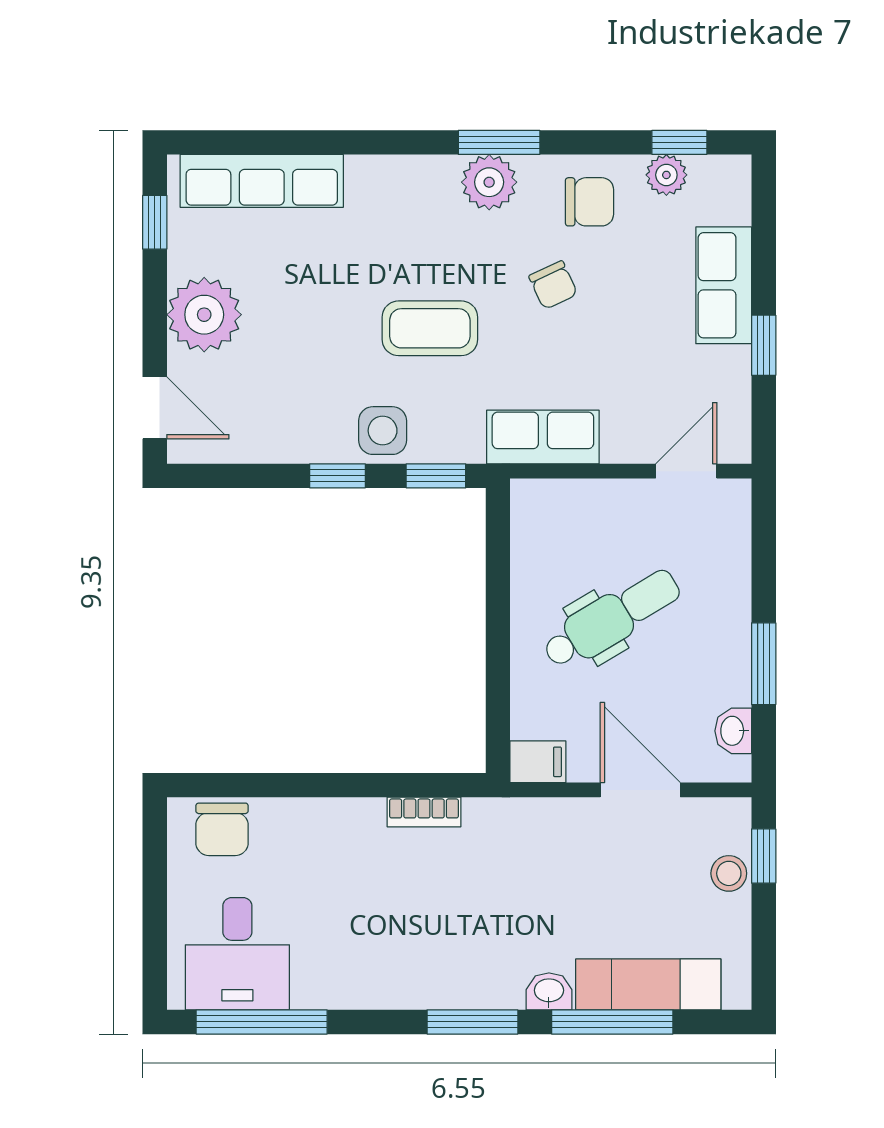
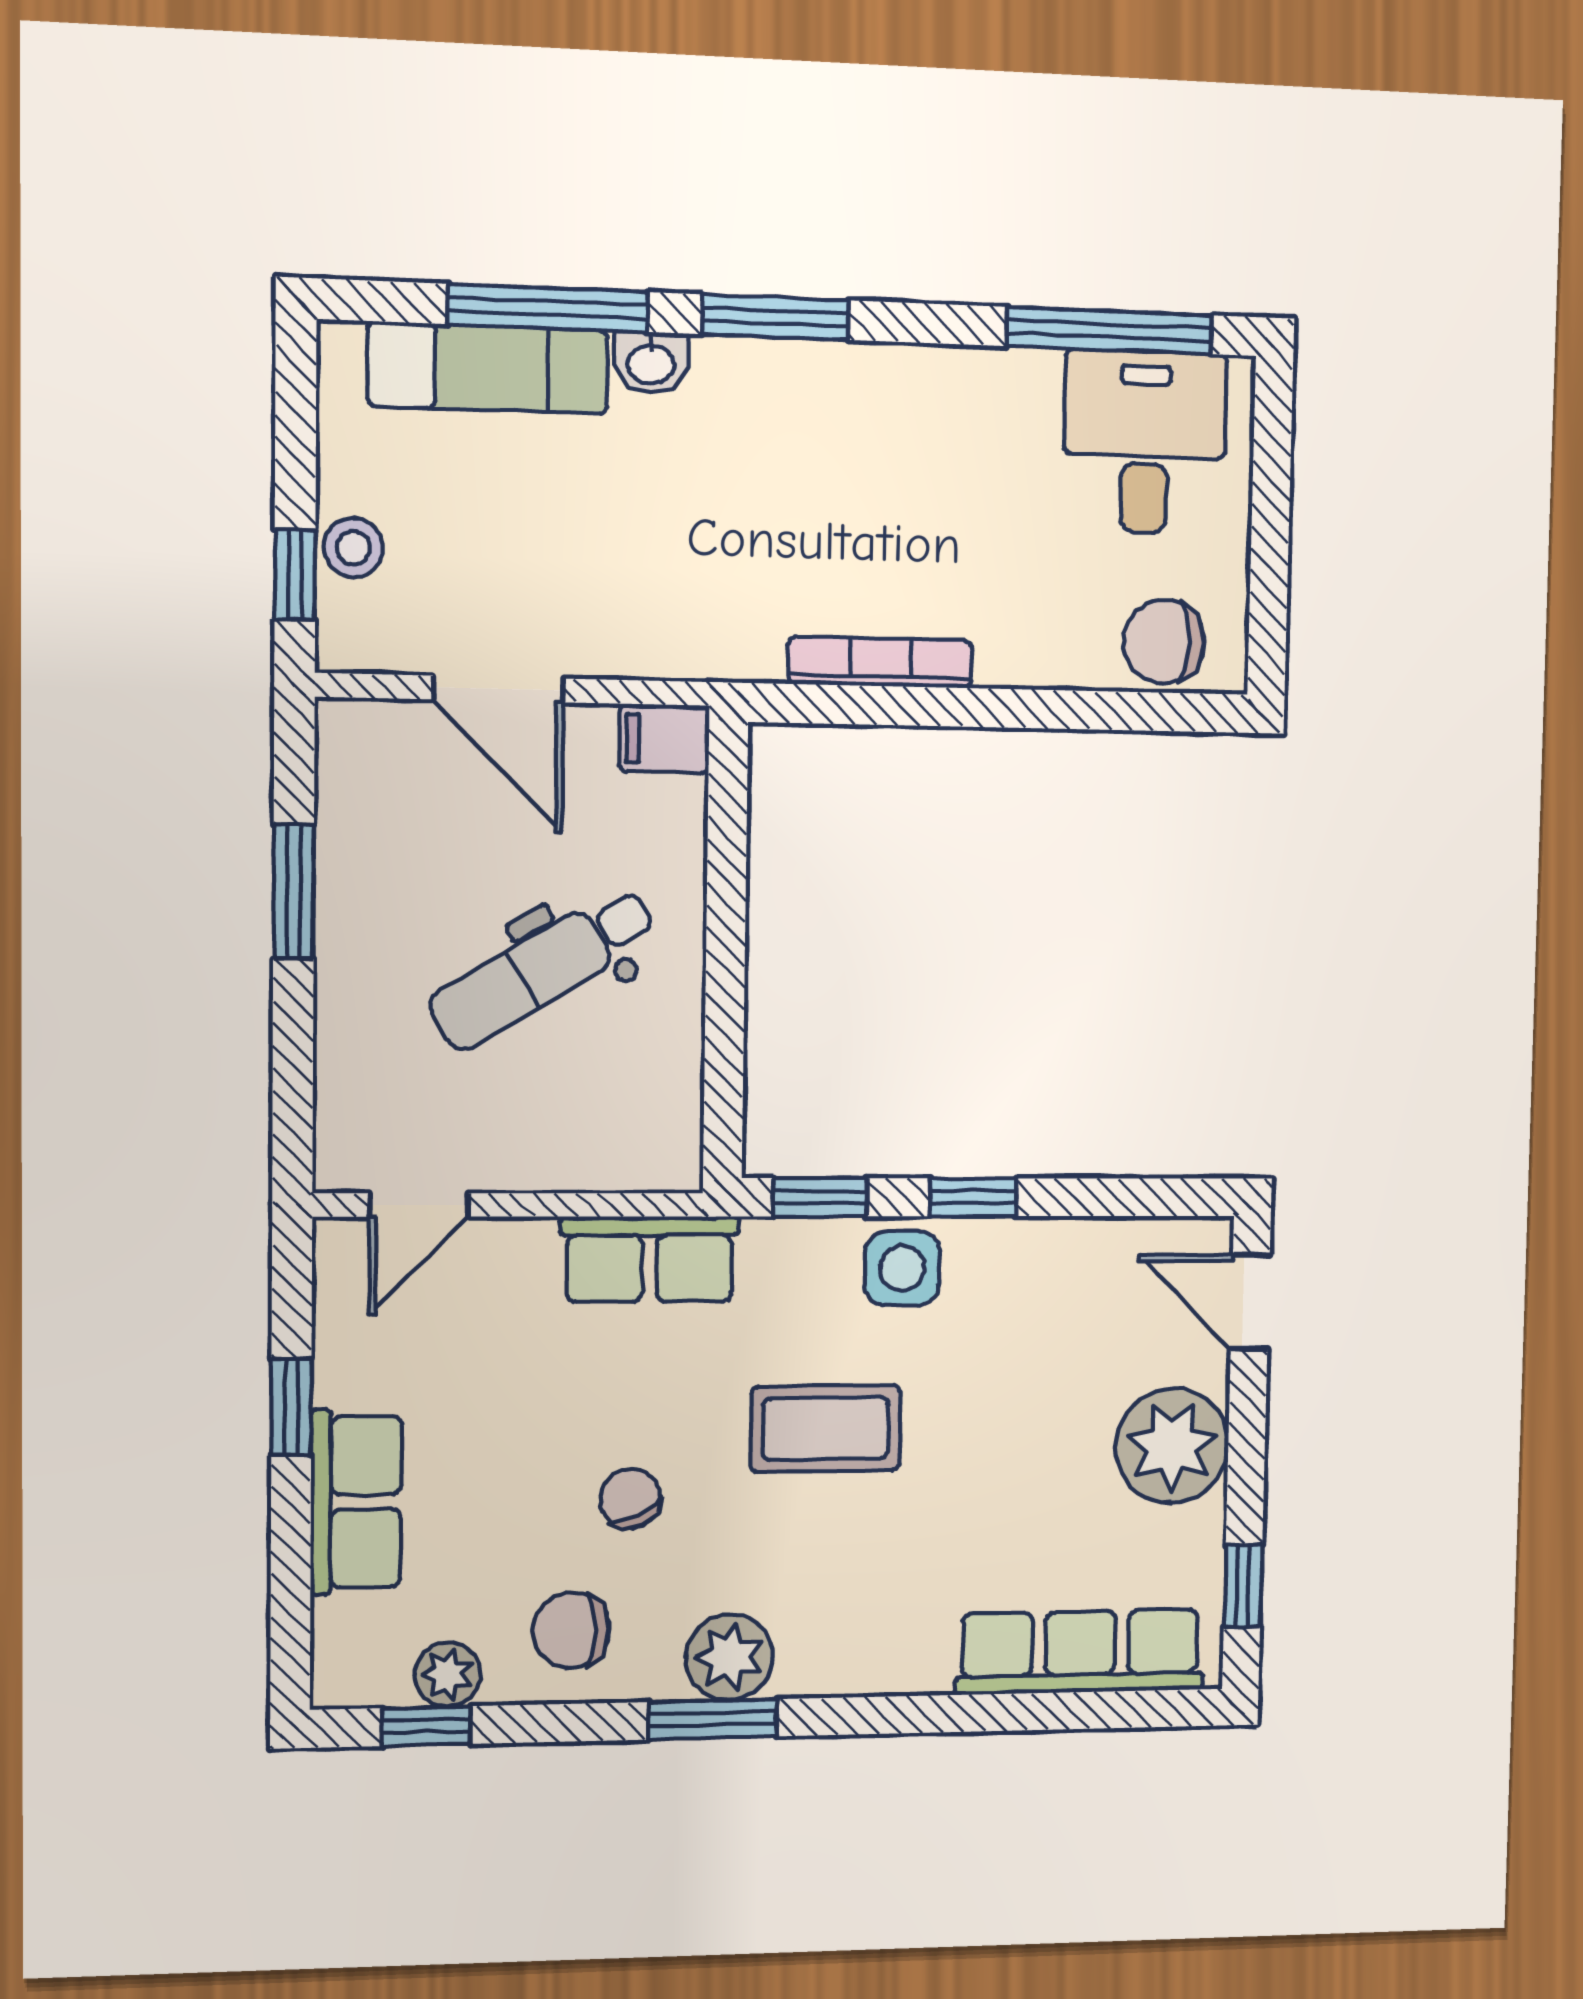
washbasin: (733, 731) -> (345, 783), removed
bookcase: (424, 812) -> (880, 662), width x1.56
chair: (222, 829) -> (1164, 642), turned -90

